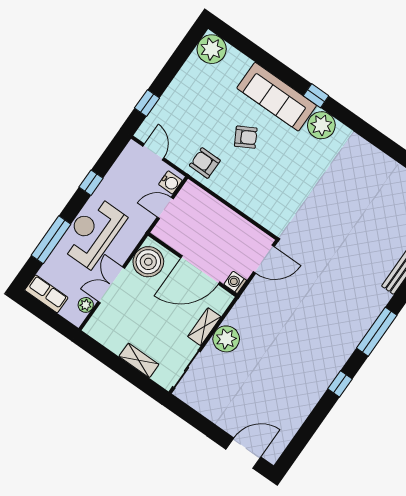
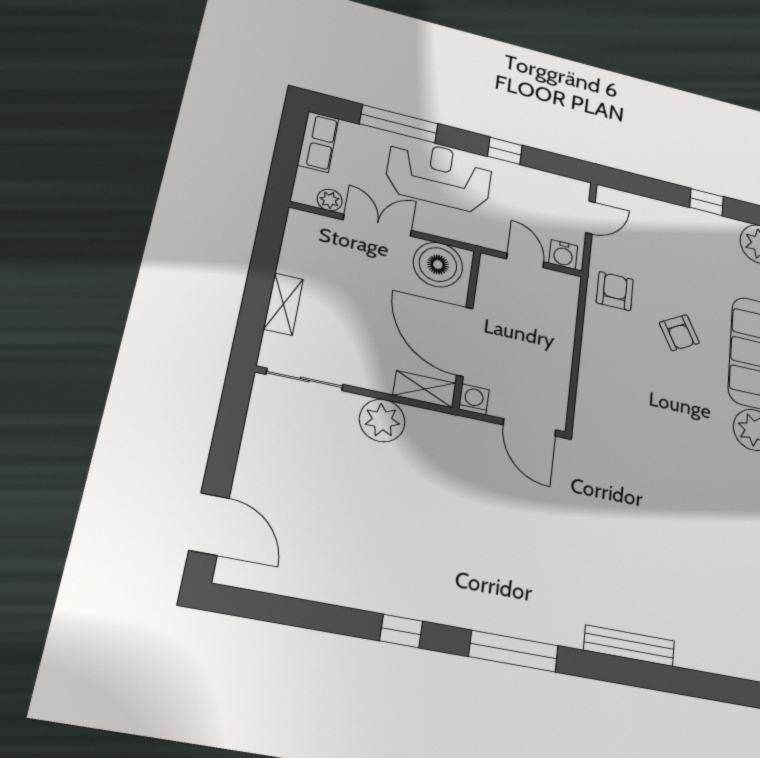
window: (147, 103) -> (706, 202), moved
shelving: (204, 327) -> (425, 389), moved

